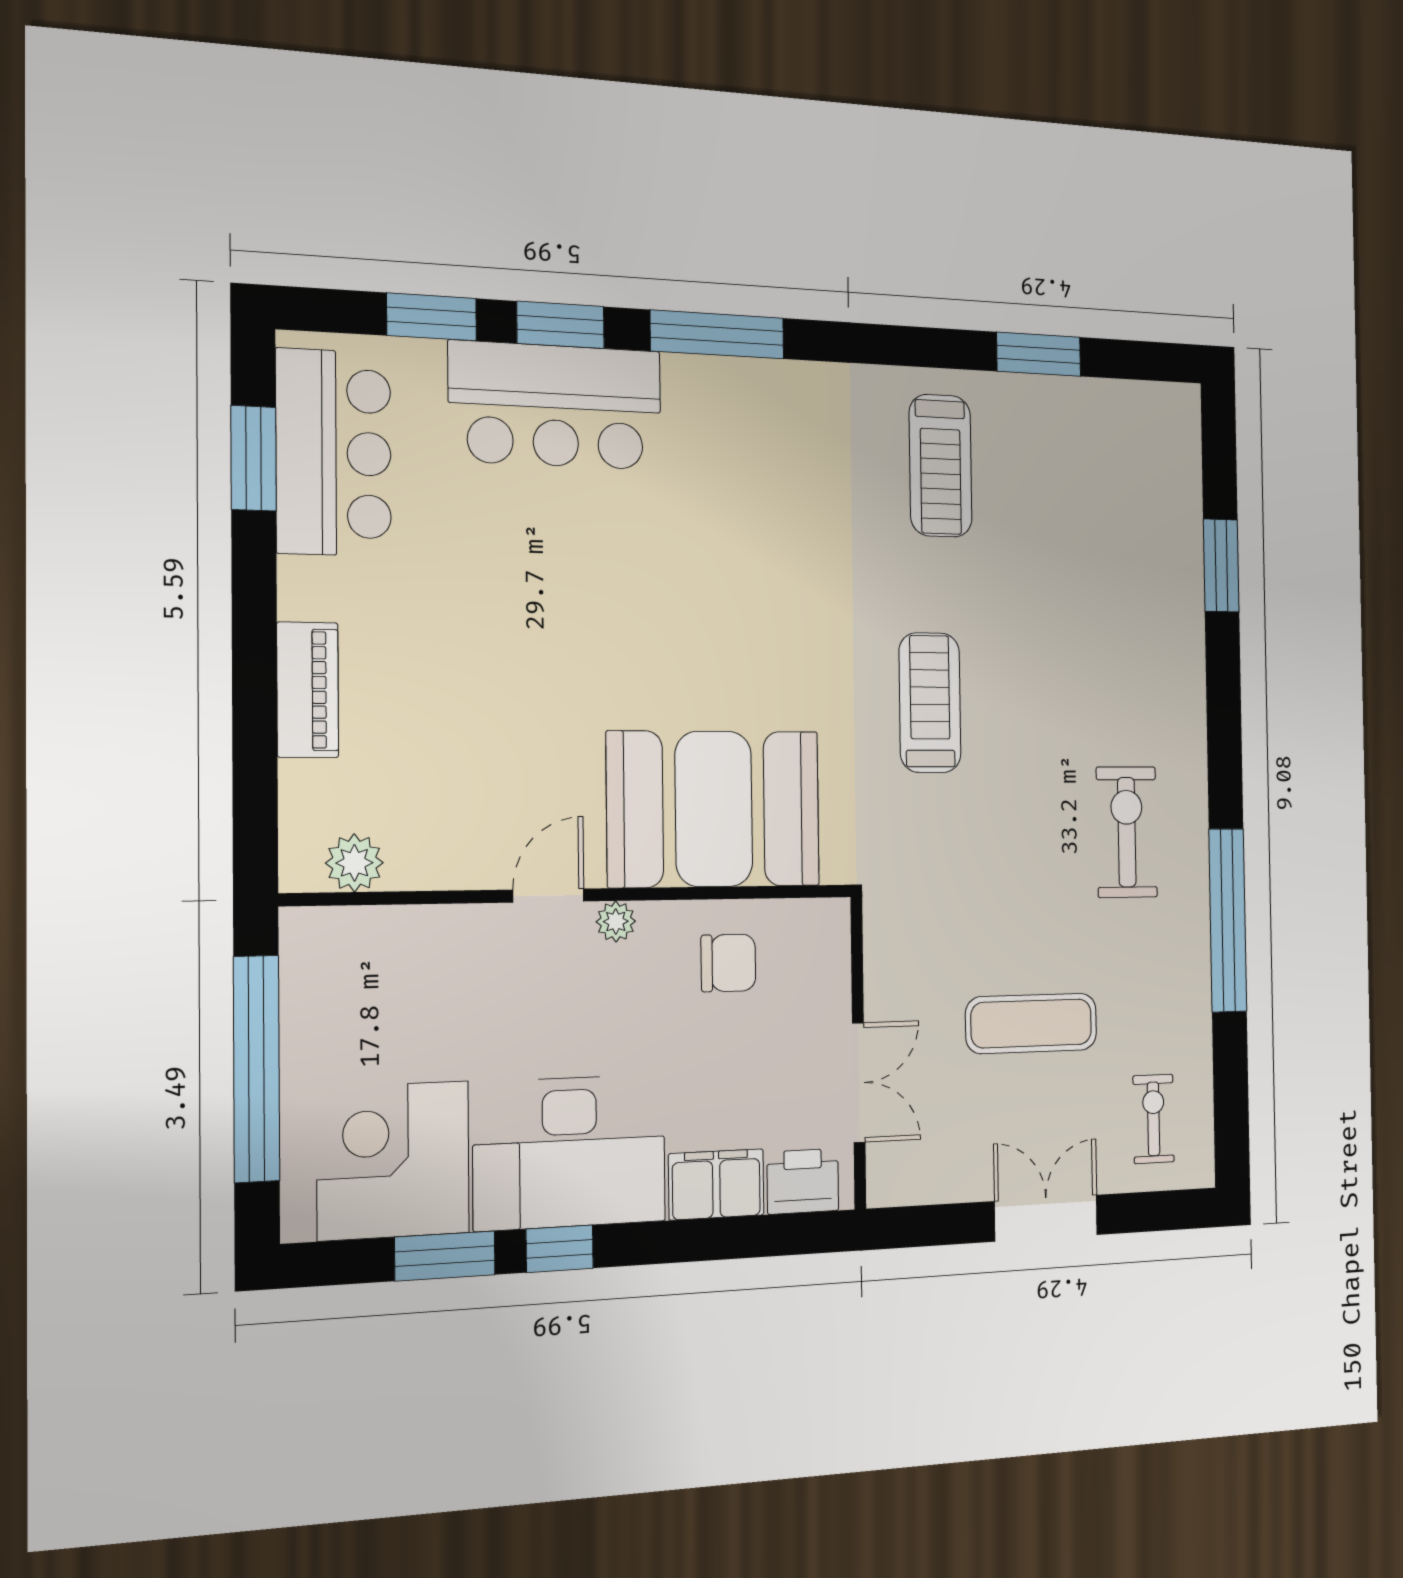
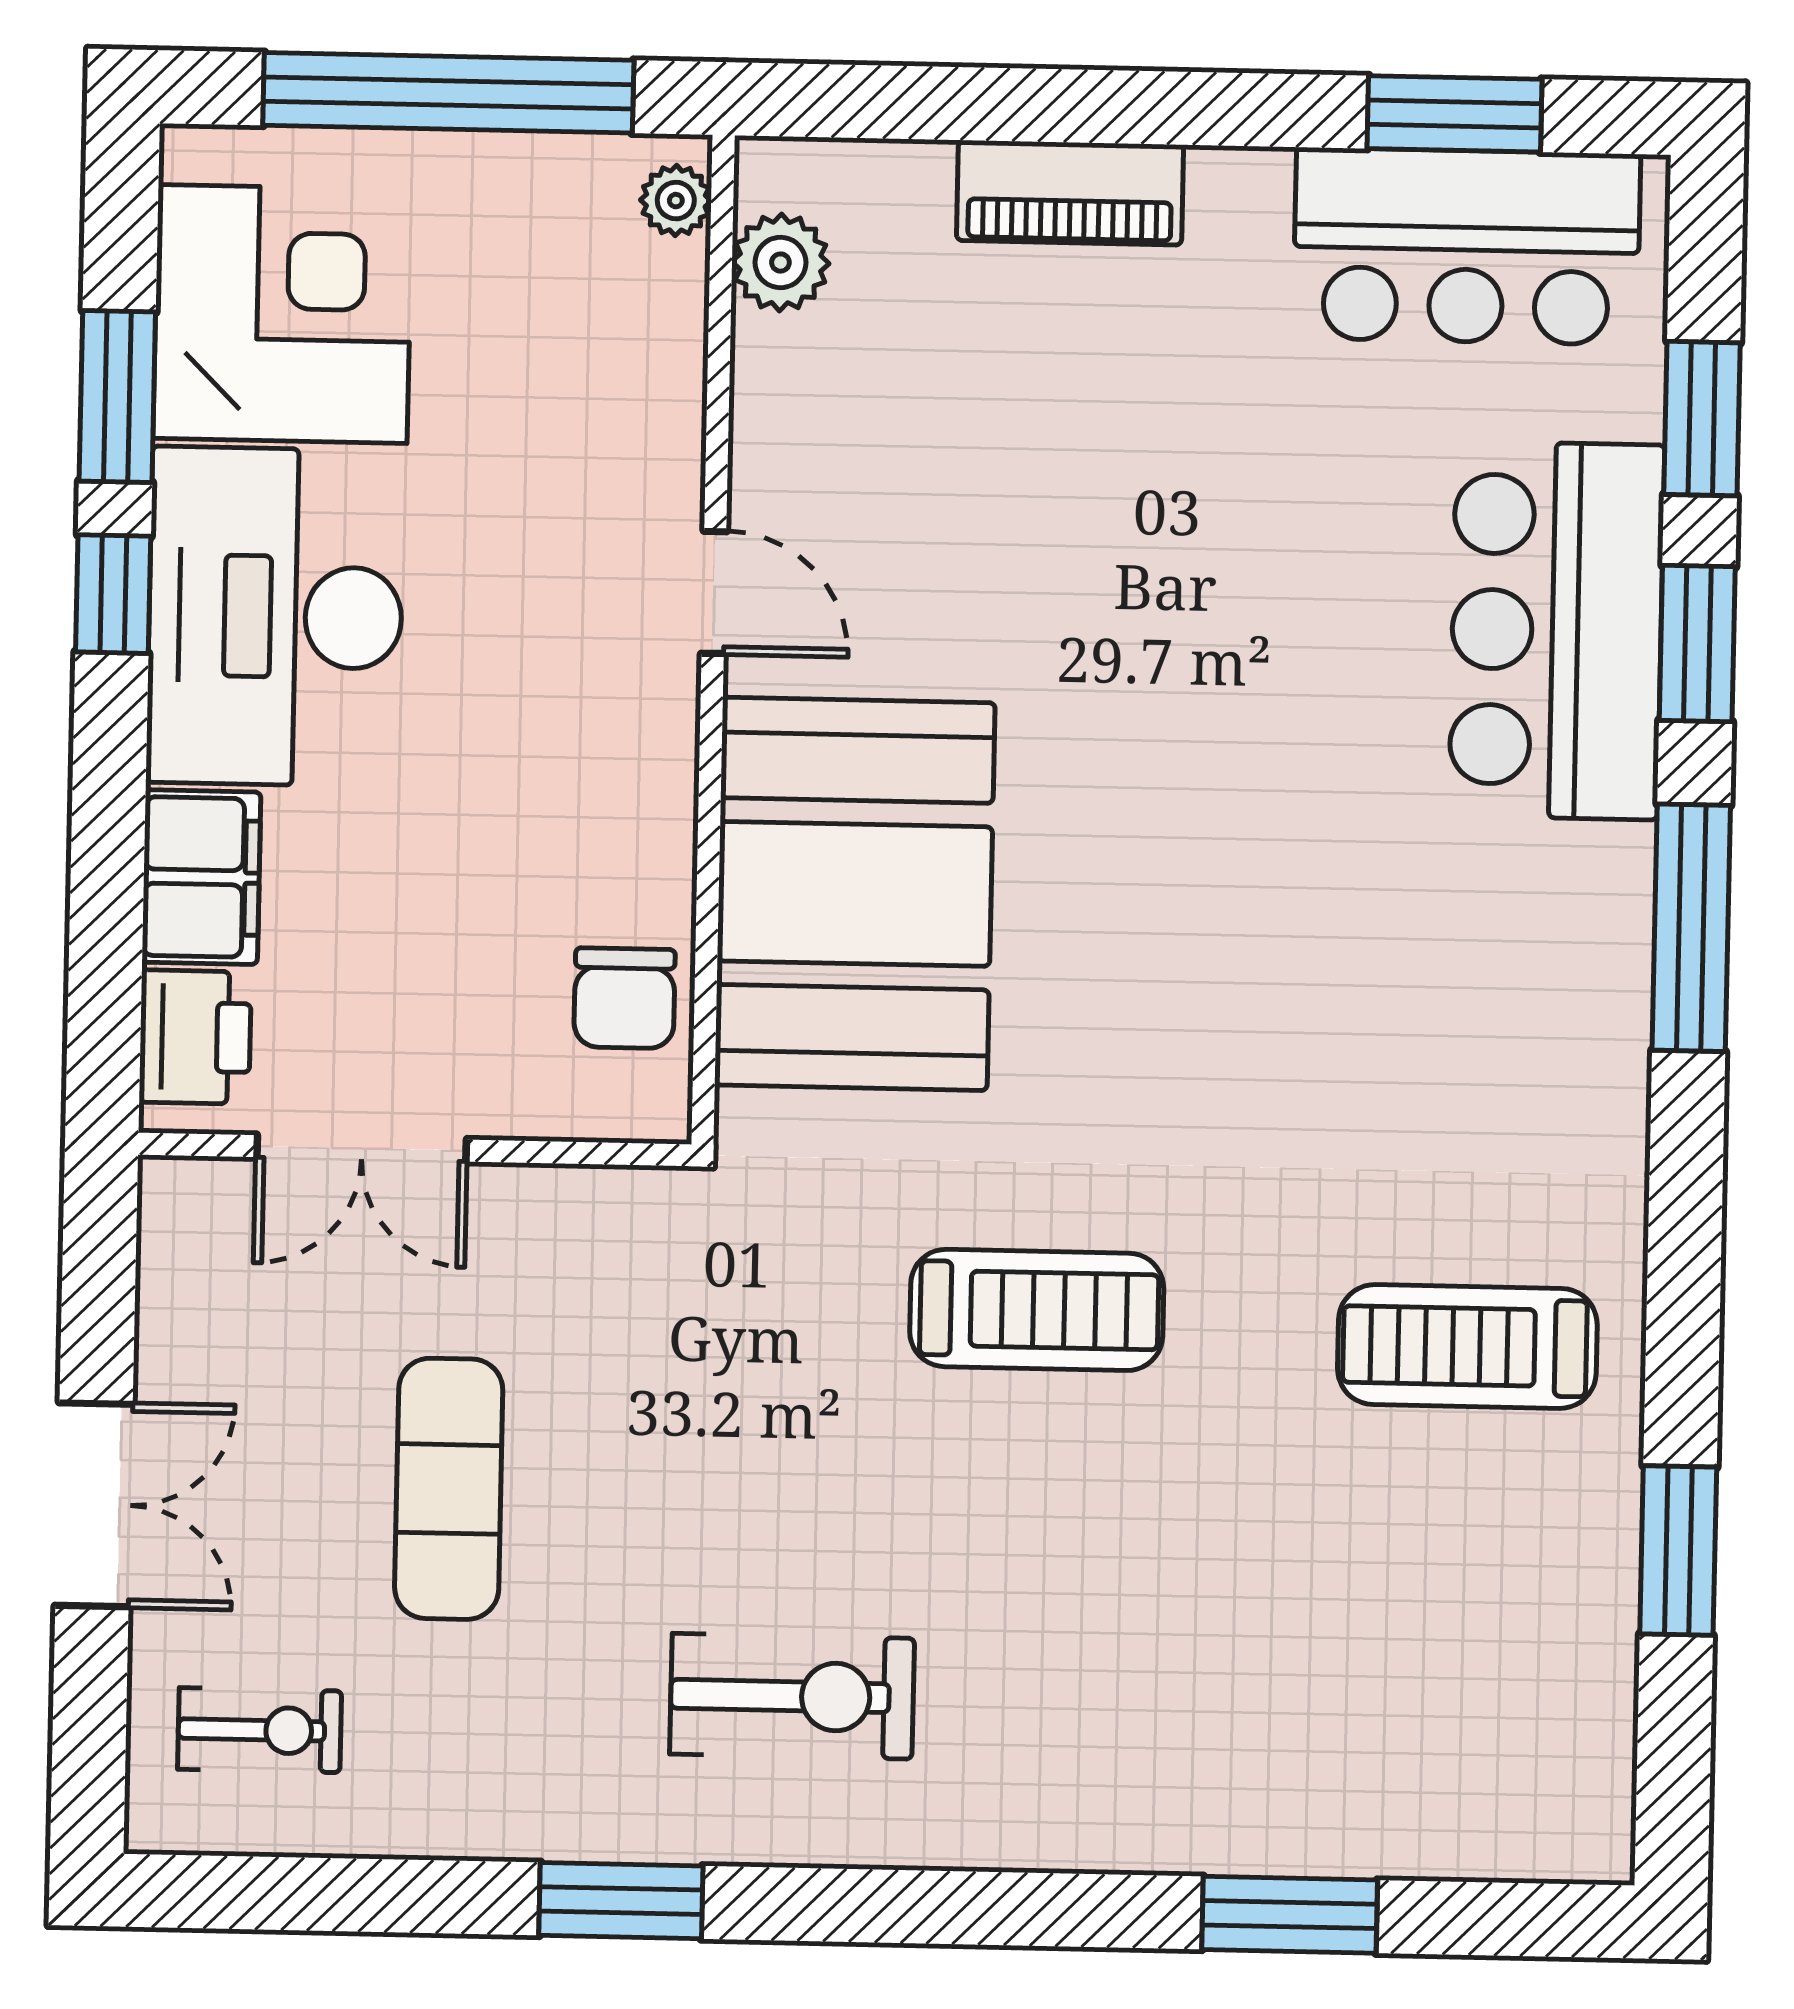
window: (1228, 920) -> (621, 1901), width x0.47
plant: (616, 921) -> (676, 201), moved
chair: (728, 963) -> (624, 998), moved

